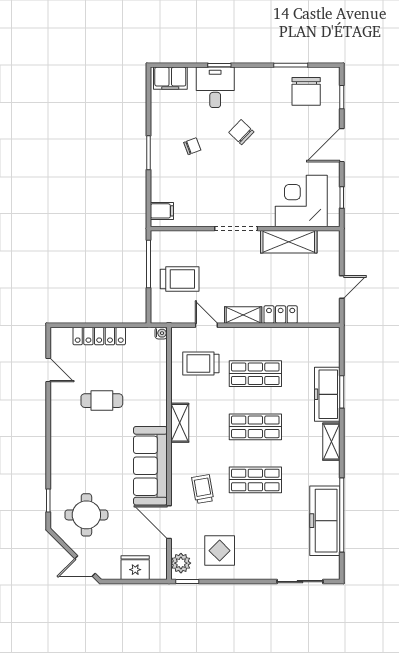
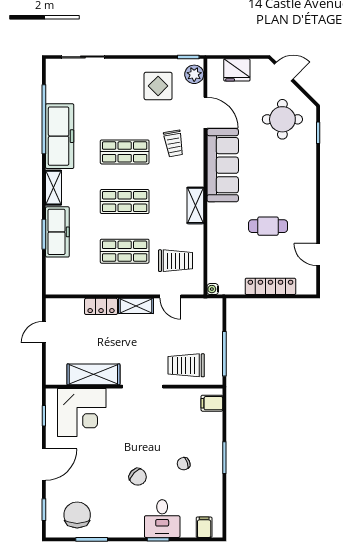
filing cabinet: (170, 78) -> (204, 527), width x0.50
trolley: (180, 279) -> (186, 365), moved
freezer: (325, 521) -> (60, 136), moved

